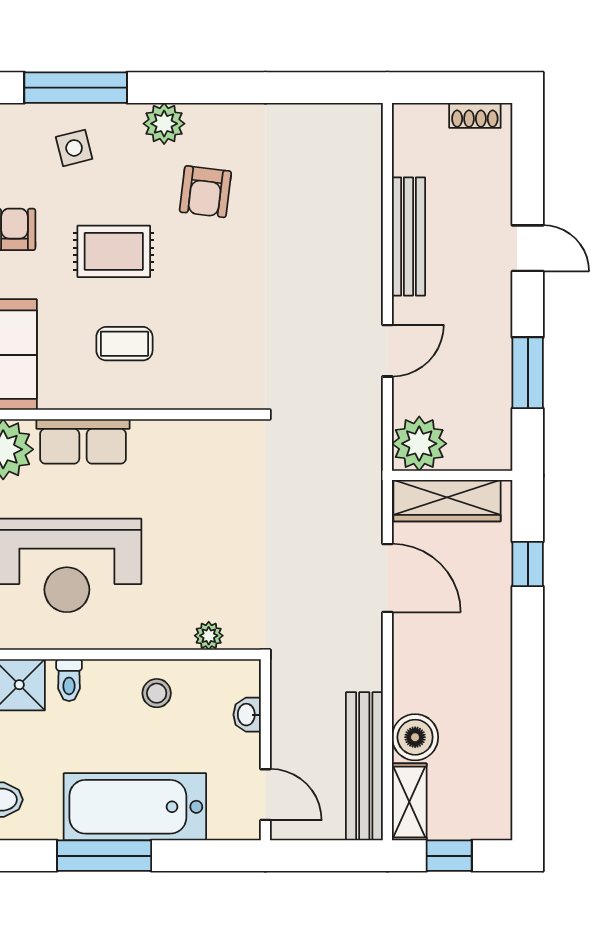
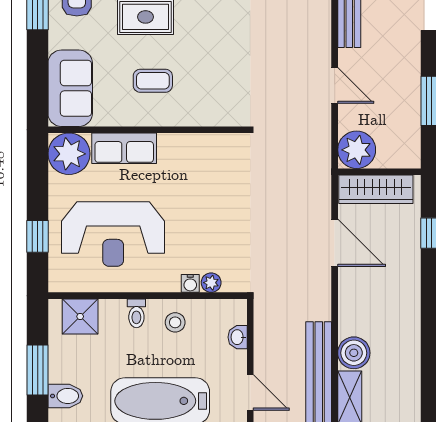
door: (387, 351) -> (335, 86), hinge flipped
water cooler: (179, 637) -> (190, 283), added
toilet: (69, 680) -> (136, 313), moved

